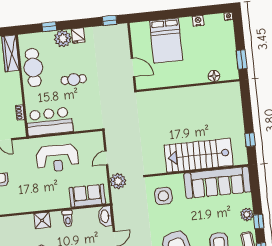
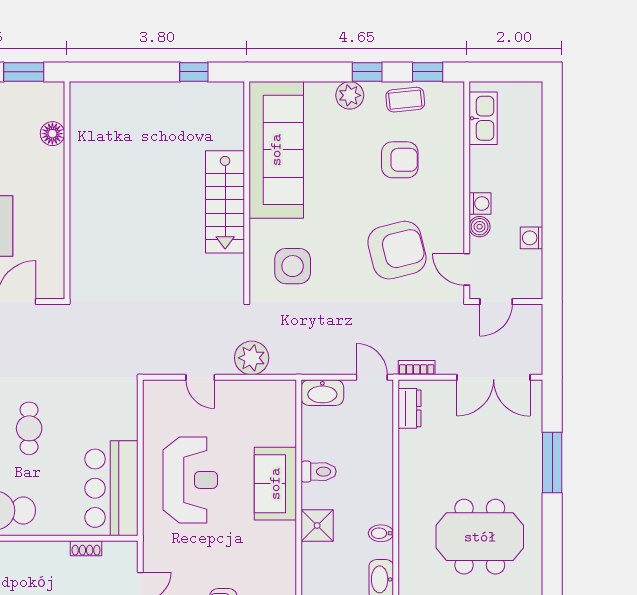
stairs: (199, 155) -> (225, 202), width x0.73, depth x0.66
sofa: (87, 196) -> (275, 484), moved

